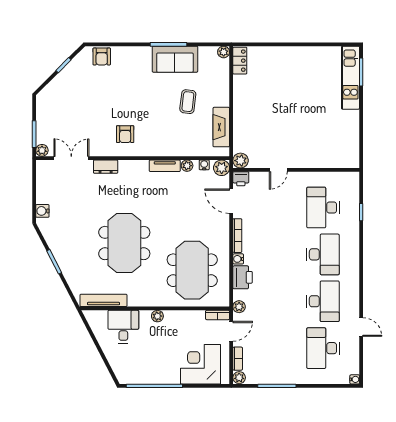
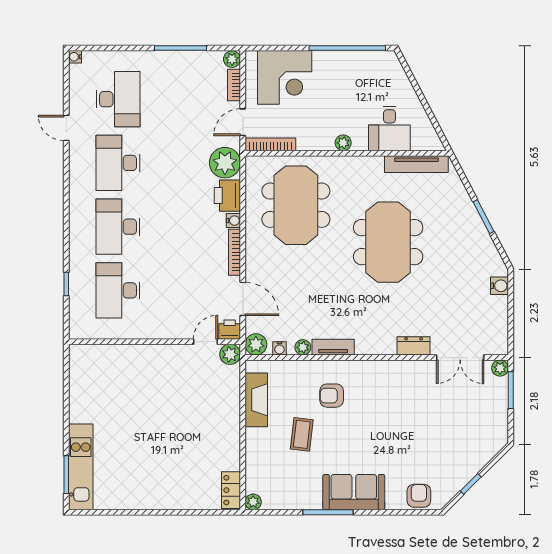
sofa: (175, 59) -> (354, 492), moved
armchair: (125, 134) -> (332, 396), moved, turned -90
door: (278, 170) -> (206, 342), moved
desk: (323, 208) -> (118, 290), turned 180
plant: (239, 307) -> (225, 163), width x1.87, depth x1.87
bookcase: (218, 315) -> (270, 144), width x1.56

